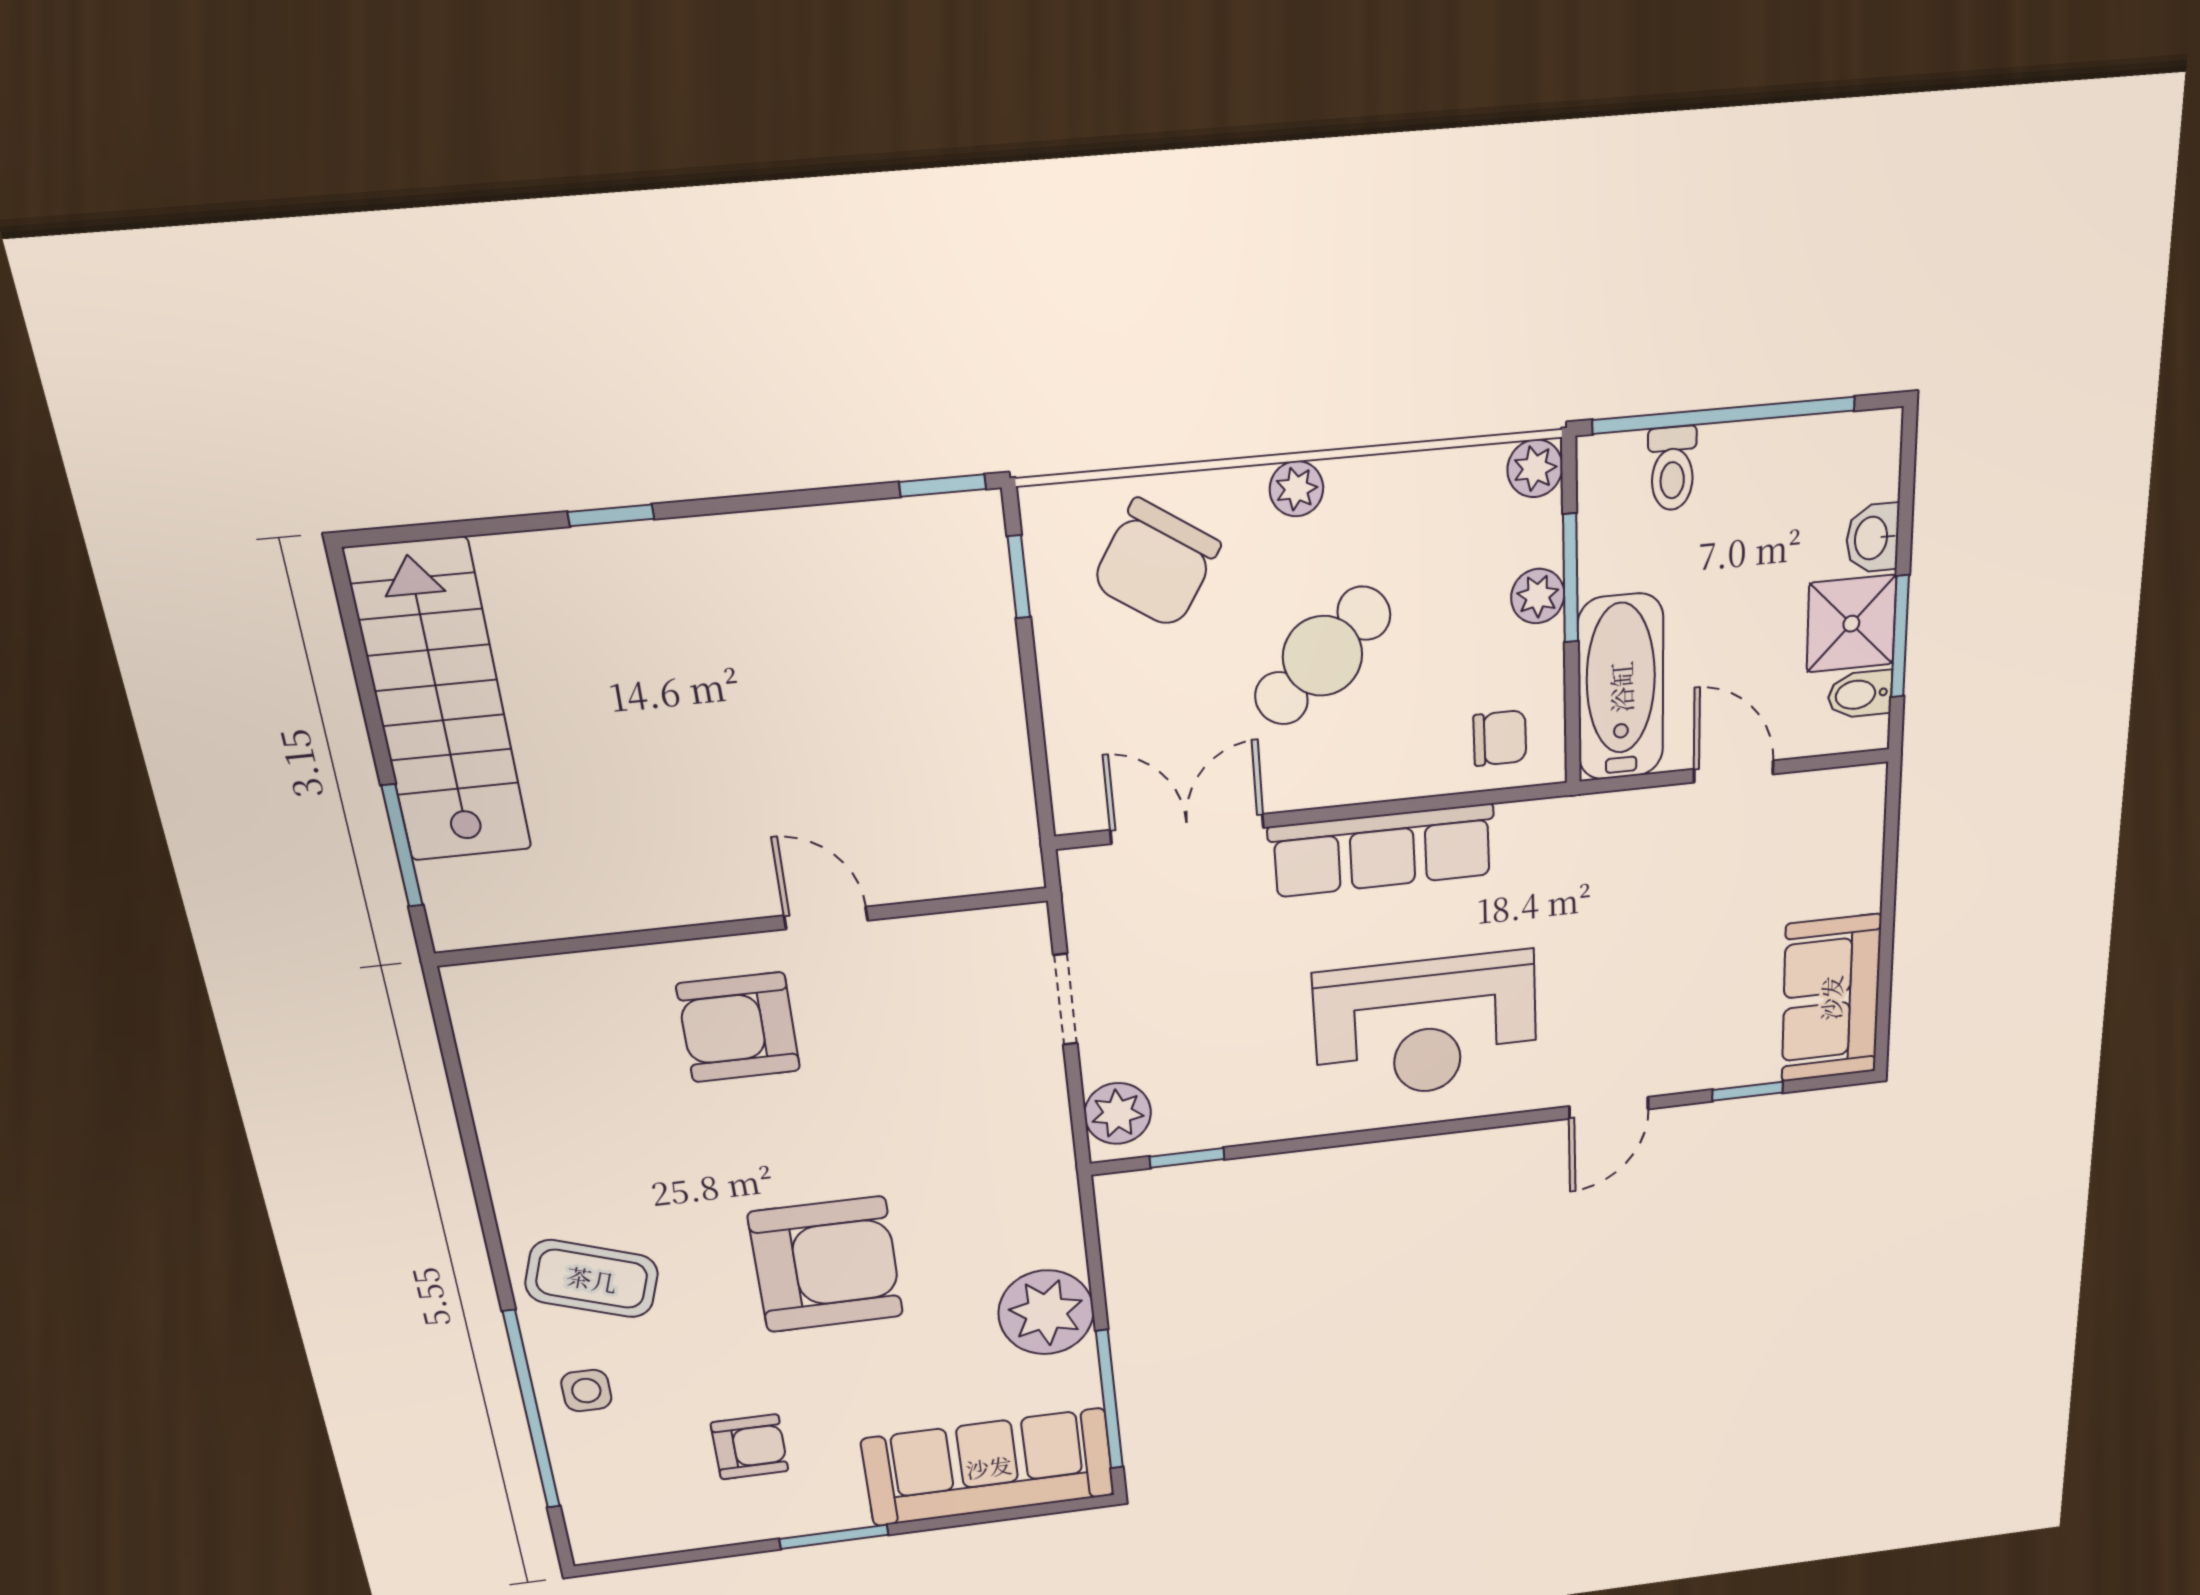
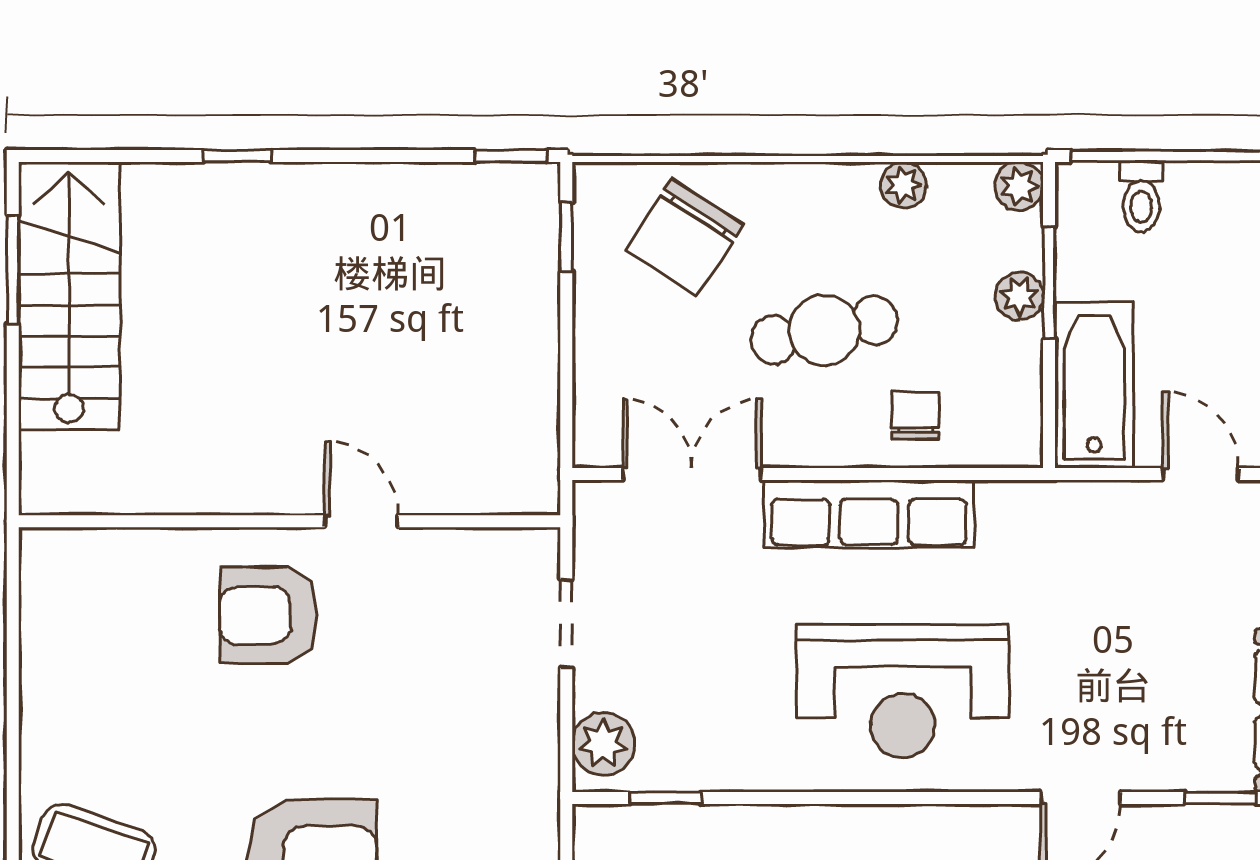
plant: (1296, 489) -> (903, 185), moved
cafe table: (1322, 656) -> (824, 330), turned 30
chair: (1500, 738) -> (916, 415), moved, turned -90
window: (402, 846) -> (13, 269), moved

